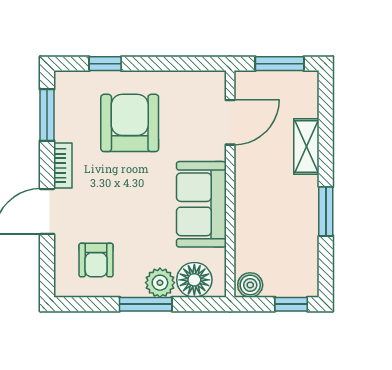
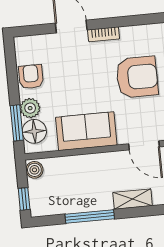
window: (47, 115) -> (137, 20), removed
window: (326, 211) -> (90, 217), width x1.44
armchair: (96, 260) -> (31, 77), moved, turned 90
window: (146, 304) -> (17, 123), moved

